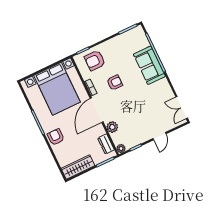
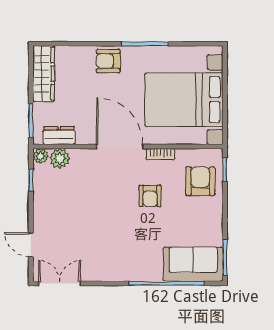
sofa: (149, 65) -> (193, 264), moved
plant: (112, 127) -> (60, 158), moved
door: (159, 136) -> (31, 245), moved
armchair: (56, 137) -> (108, 61), turned 180

